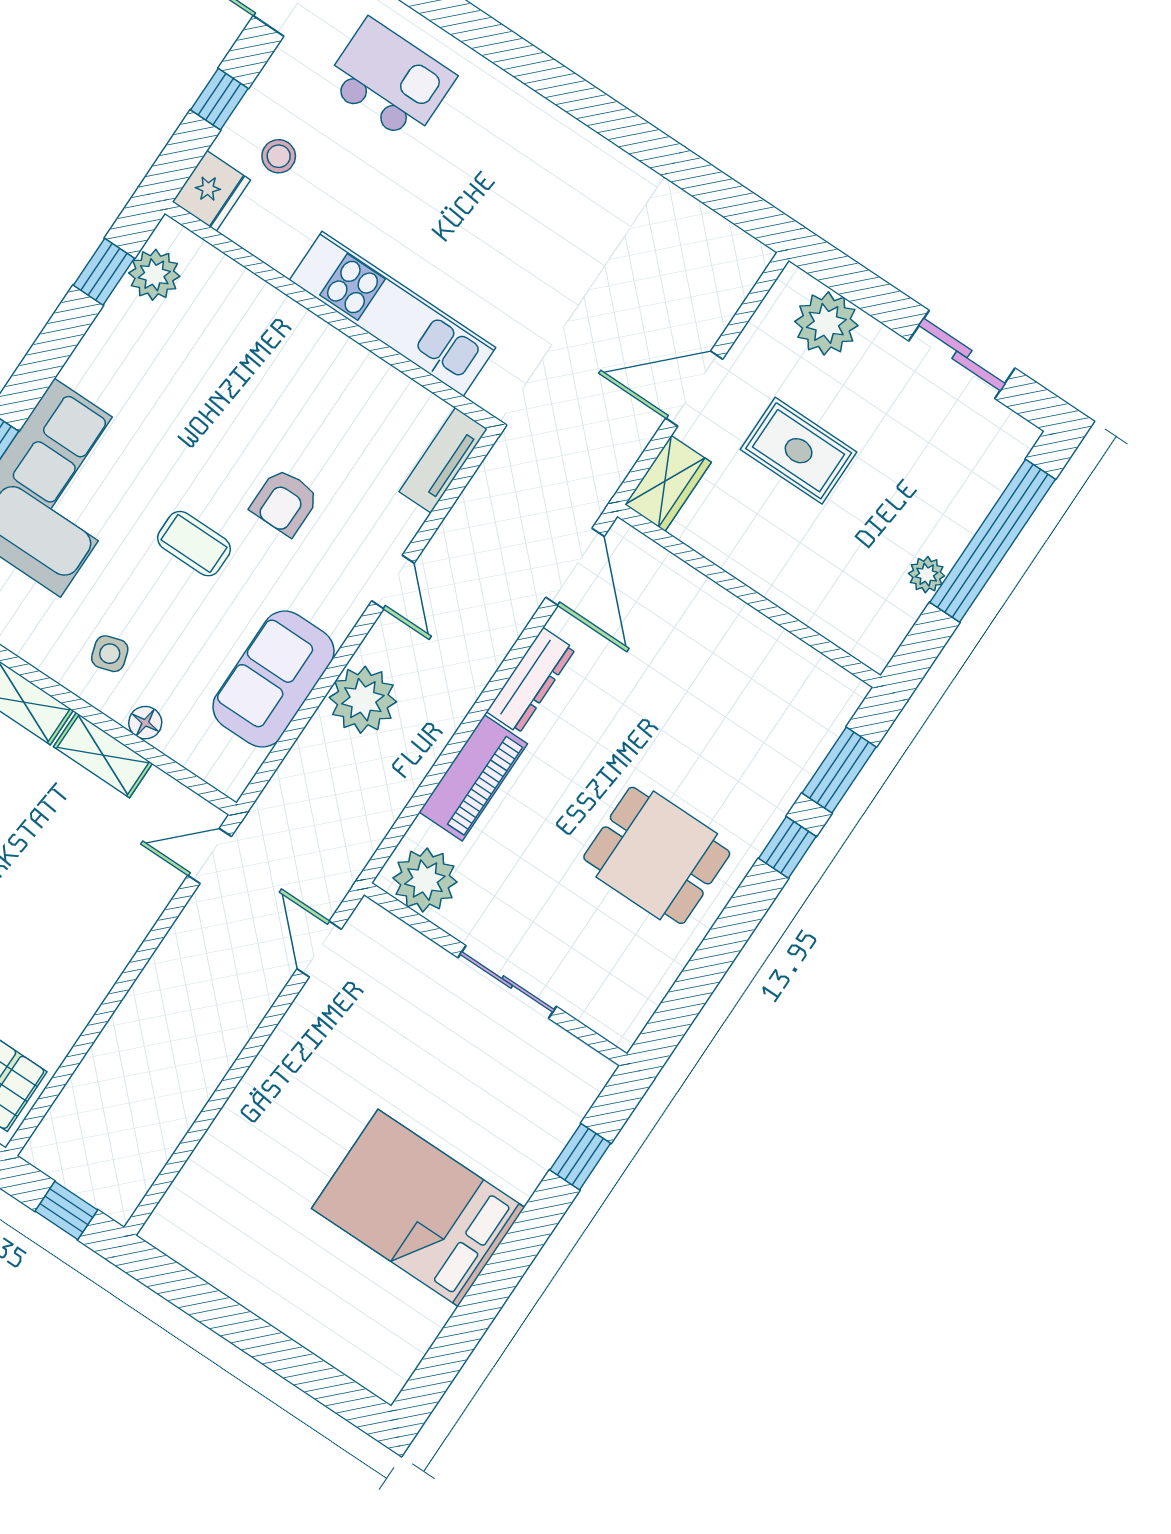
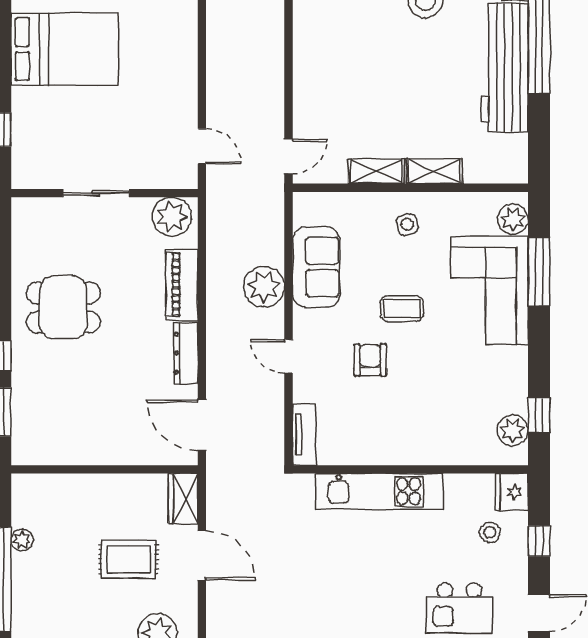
door: (694, 389) -> (202, 555), hinge flipped
floor lamp: (145, 723) -> (366, 202), removed

